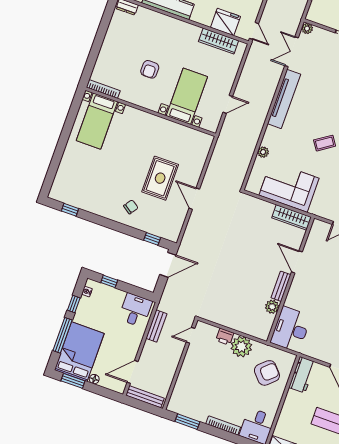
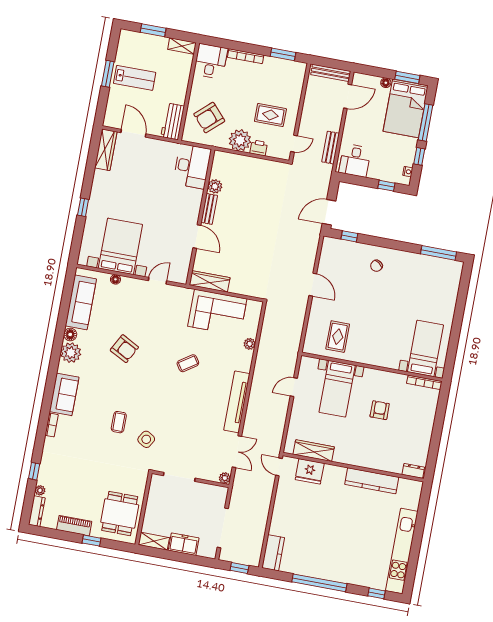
rug: (160, 178) -> (338, 337), moved, width x0.73, depth x0.70
window: (70, 210) -> (439, 253), width x2.17
rug: (209, 366) -> (270, 115), added

